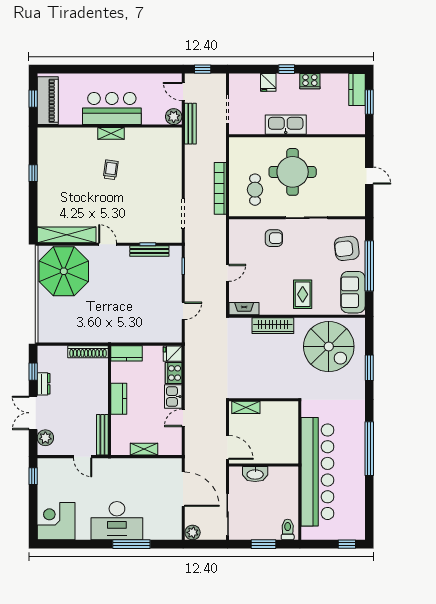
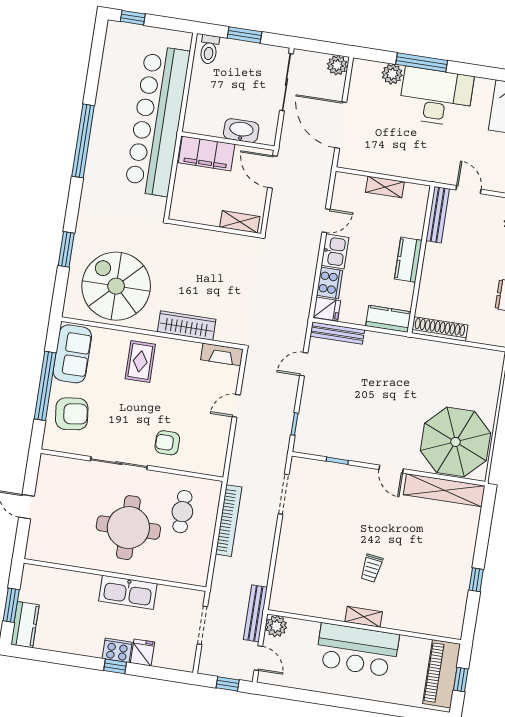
cooker: (310, 81) -> (117, 650), moved
bench: (149, 251) -> (337, 333), moved
filing cabinet: (278, 453) -> (207, 153), added
plant: (151, 532) -> (392, 74), added

